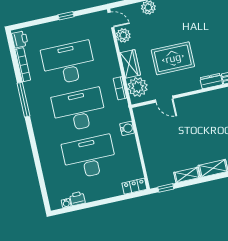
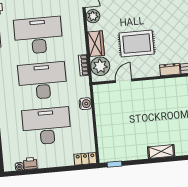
door: (164, 99) -> (124, 81), swing flipped
shelving: (187, 175) -> (136, 155), removed

